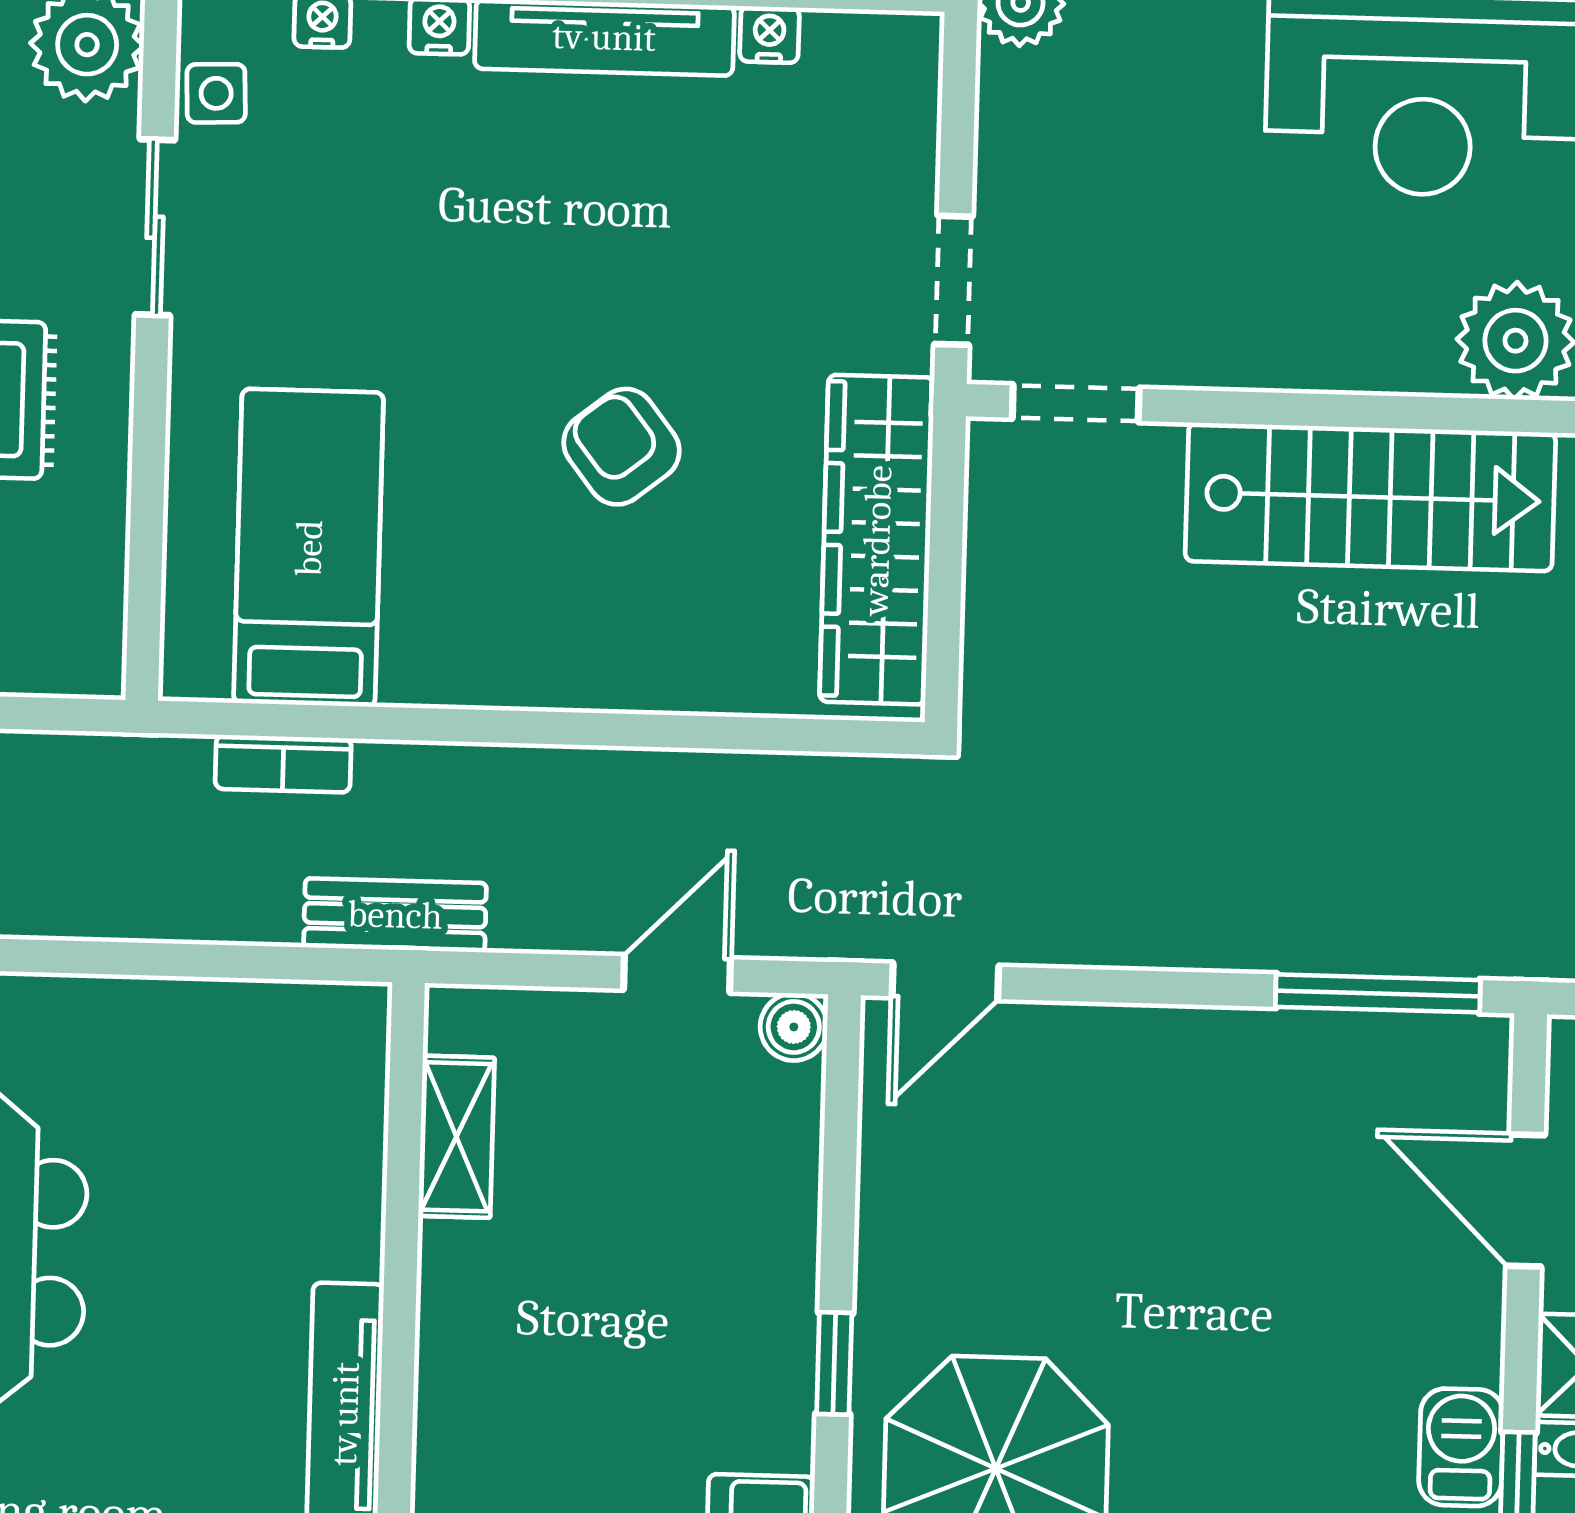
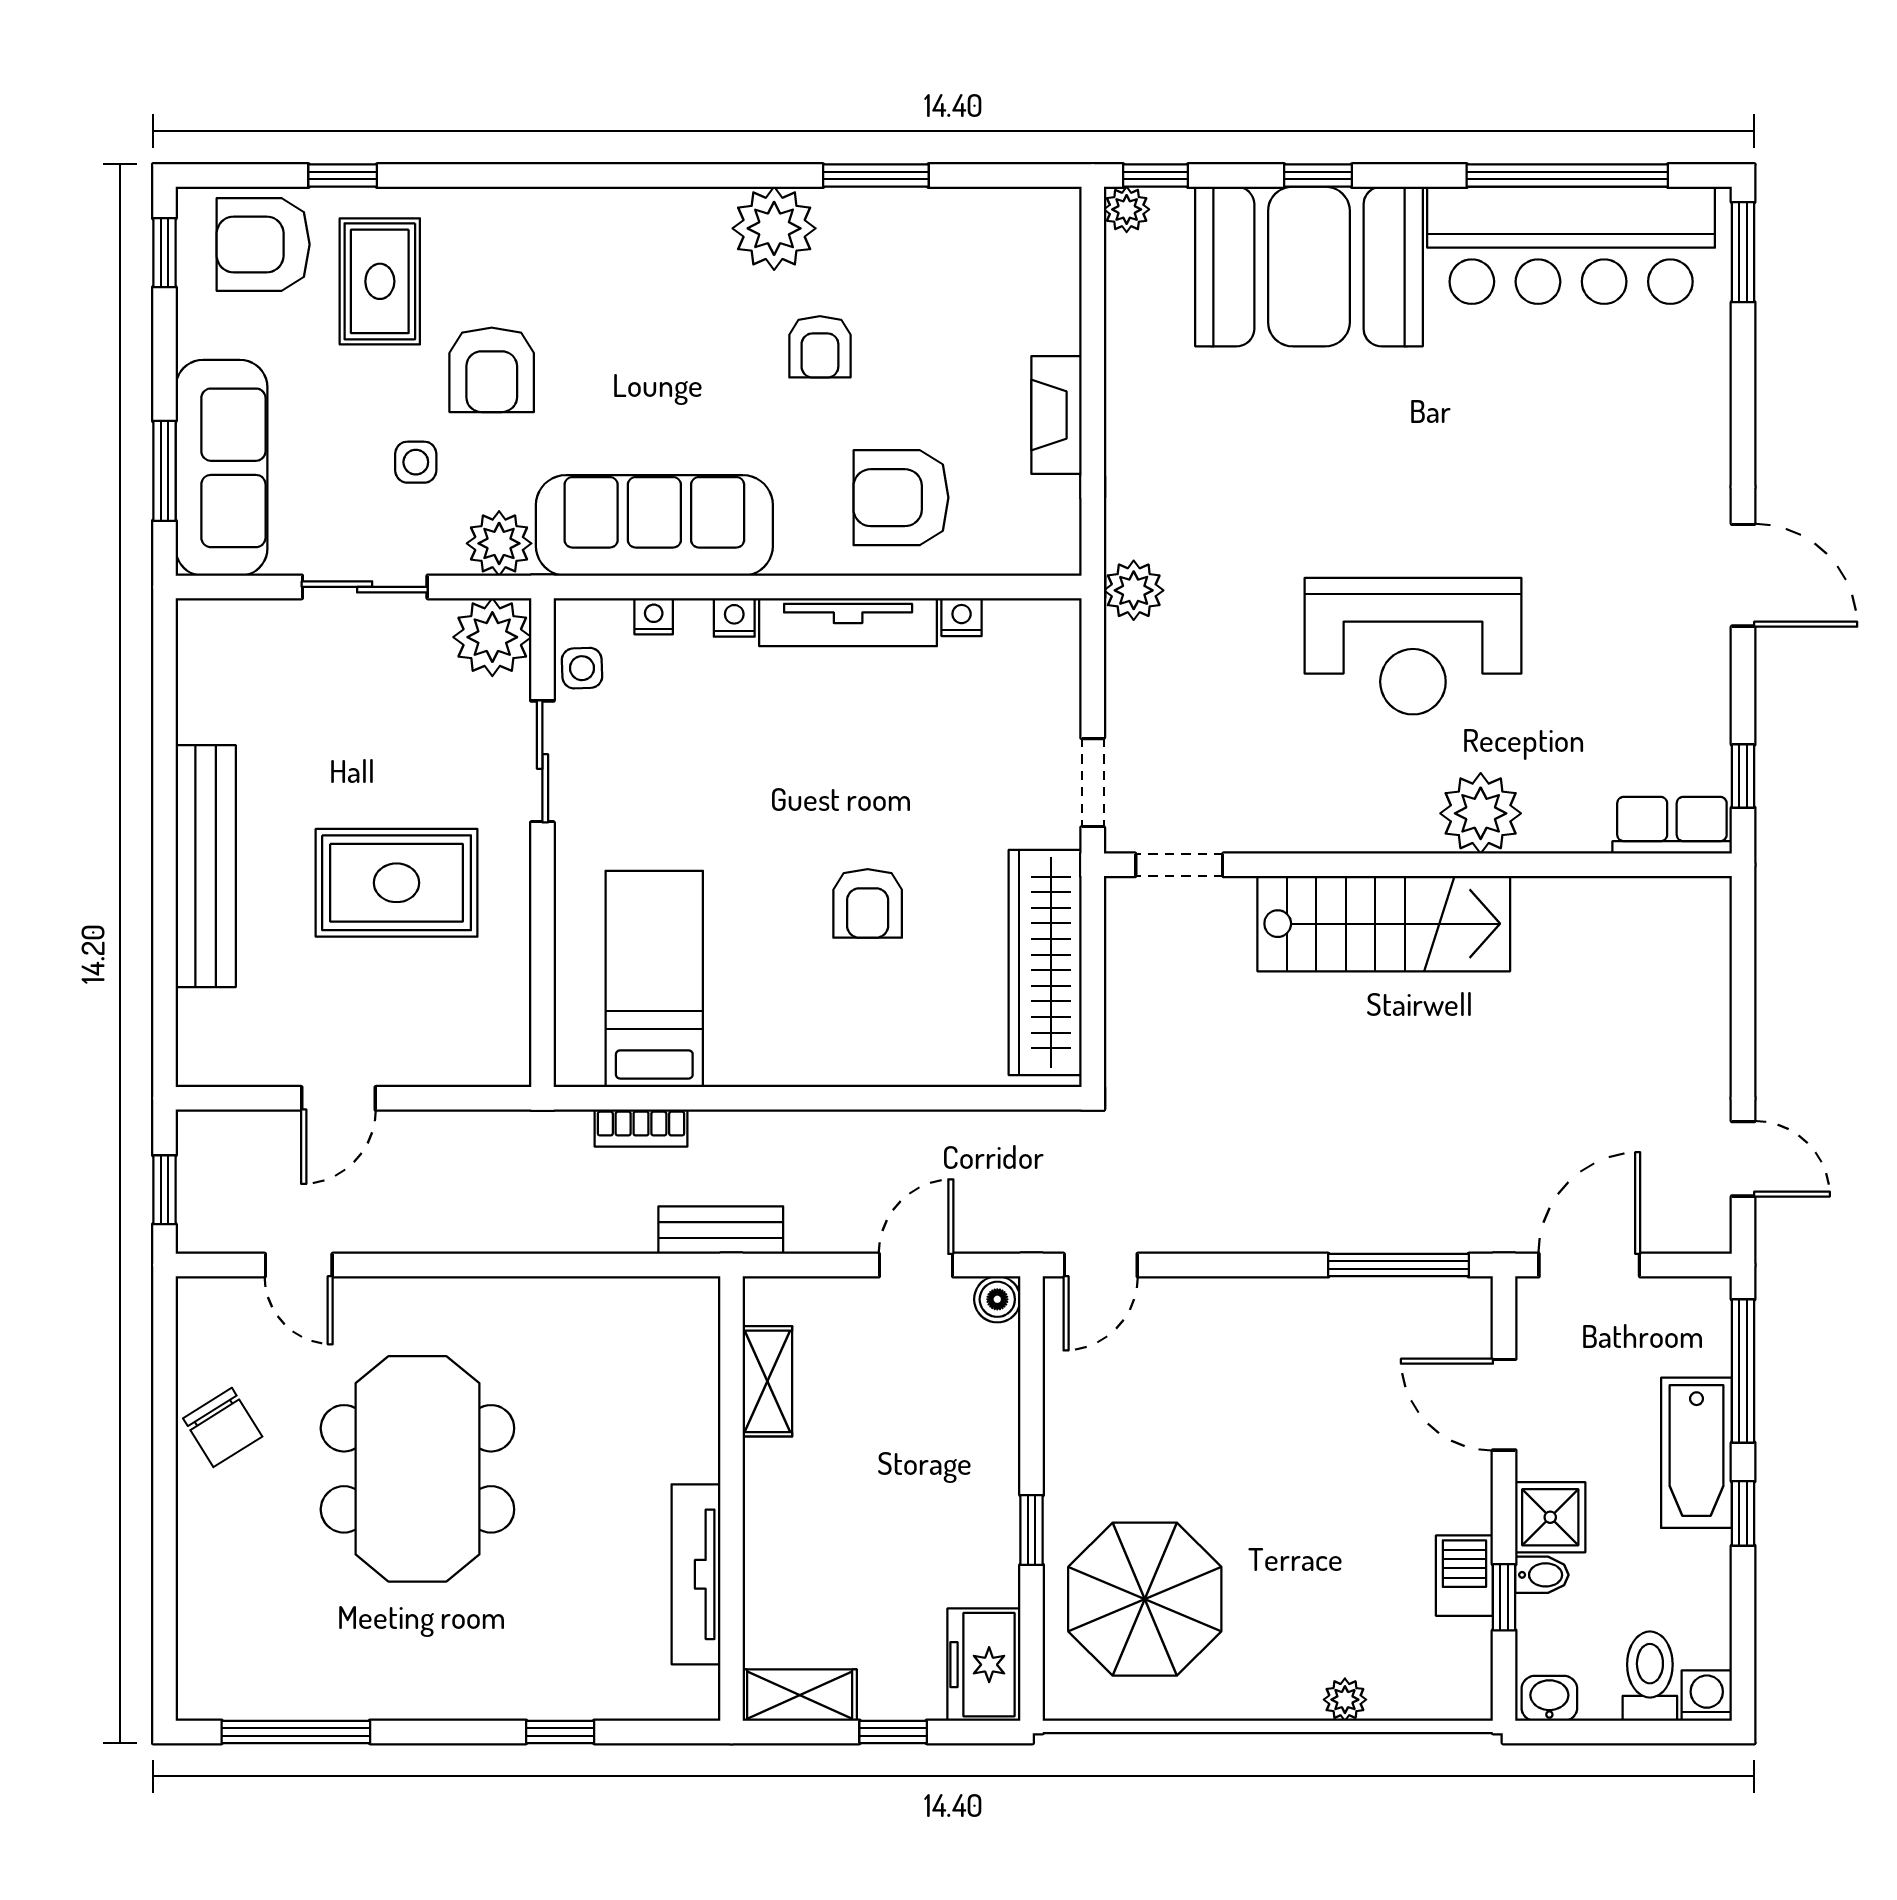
armchair: (621, 447) -> (868, 903), turned -142

